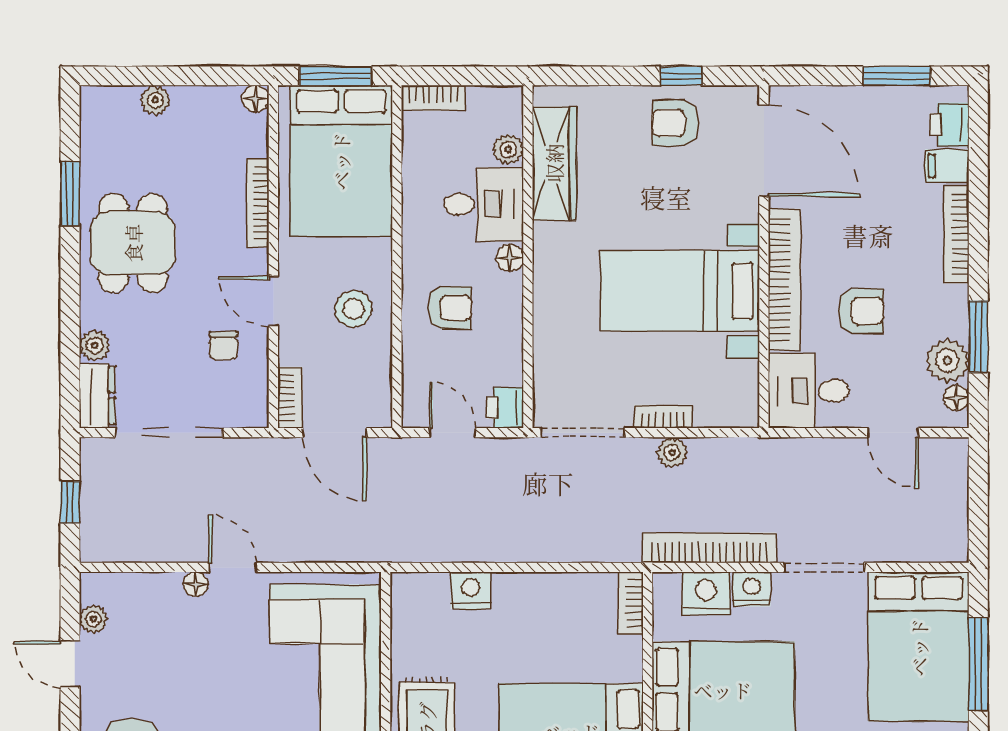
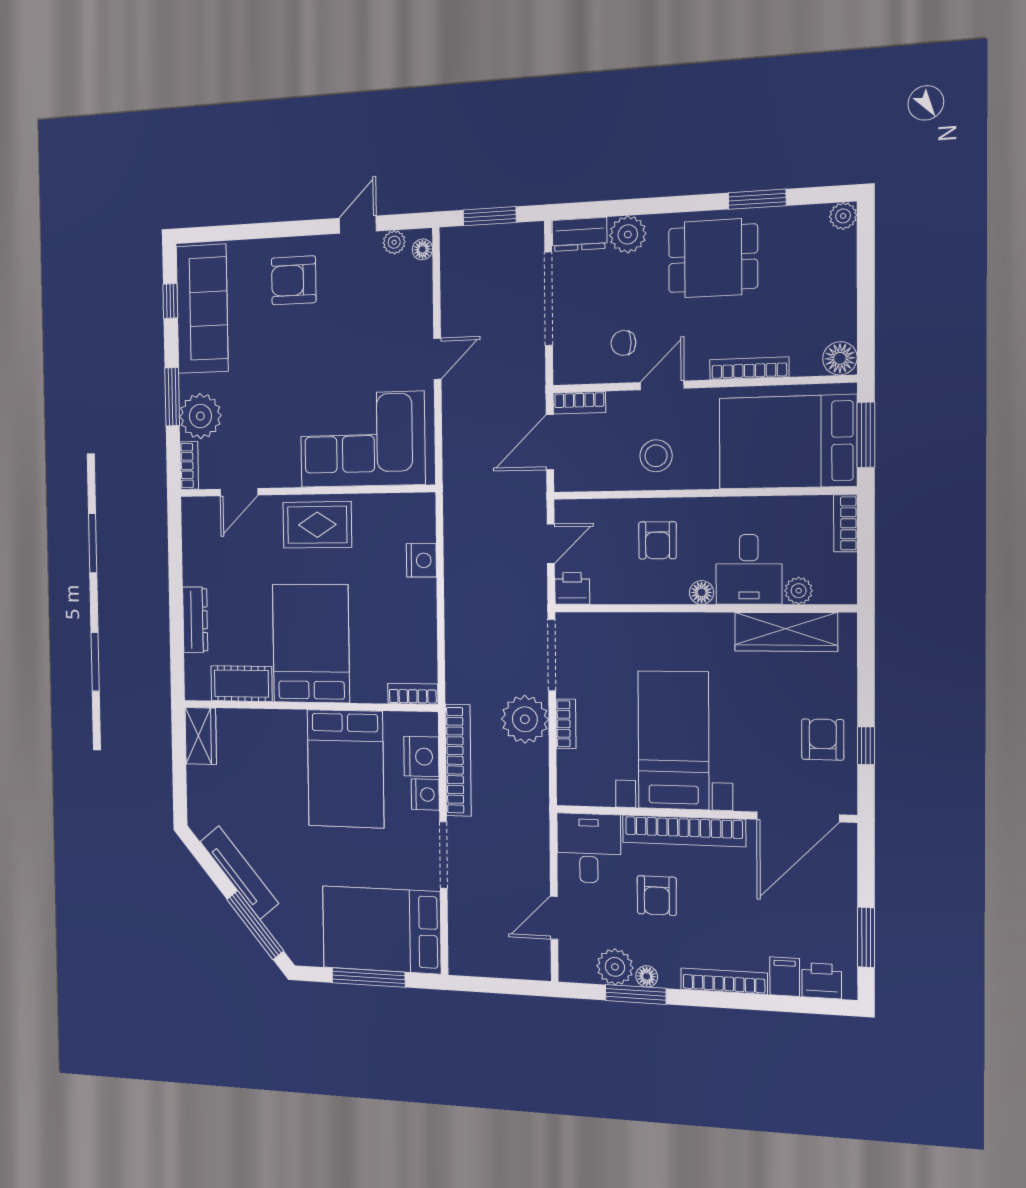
floor lamp: (255, 99) -> (840, 358), width x1.37, depth x1.37
plant: (155, 100) -> (843, 216), moved
plant: (95, 345) -> (628, 234), width x1.38, depth x1.38
floor lamp: (956, 398) -> (647, 976), moved
plant: (672, 452) -> (525, 719), width x1.88, depth x1.88
window: (70, 502) -> (490, 216), width x1.50
floor lamp: (196, 584) -> (422, 249), moved

